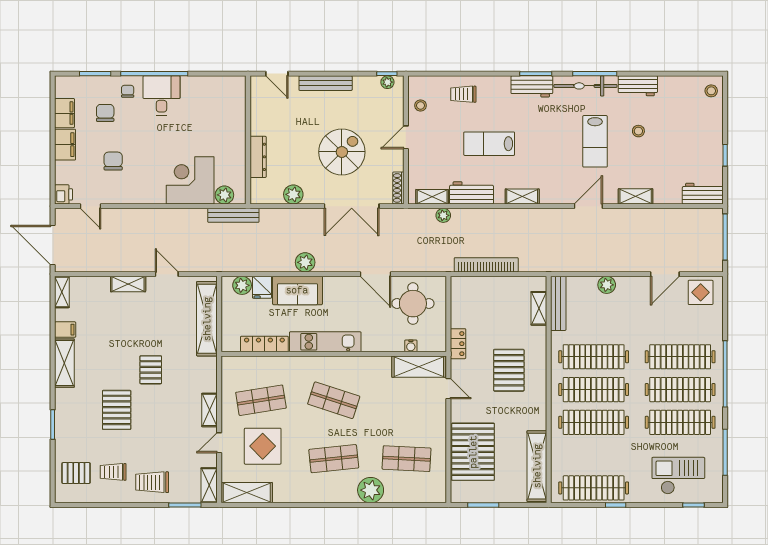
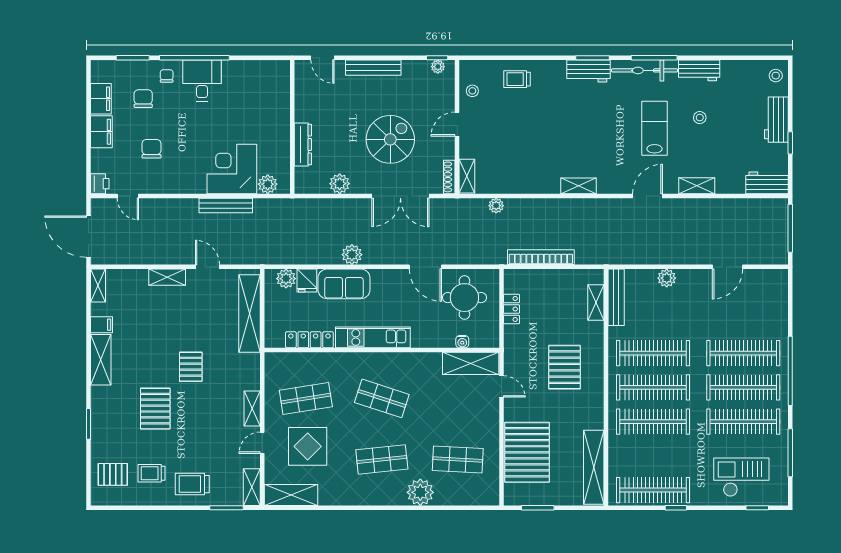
lab bench: (595, 141) -> (654, 128), turned 180
lab bench: (489, 144) -> (544, 131), removed
workbench: (472, 193) -> (776, 120), moved, turned -90
shelving: (432, 197) -> (467, 176), moved, turned 90
bench: (233, 215) -> (226, 205), moved
display table: (701, 292) -> (765, 286), removed
locker: (458, 344) -> (512, 309), moved

